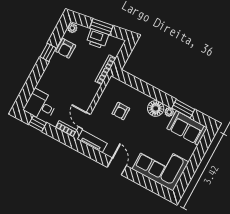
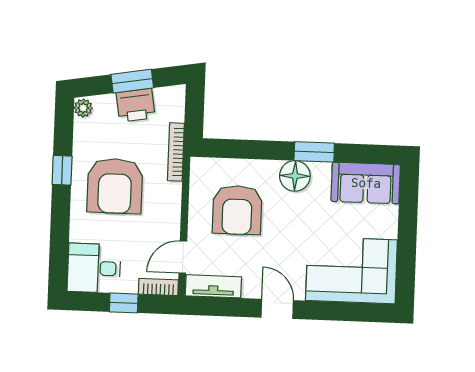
armchair: (66, 48) -> (115, 186), moved, width x1.88, depth x1.88
window: (183, 109) -> (314, 152), moved
armchair: (121, 111) -> (237, 210), width x1.88, depth x1.88
plant: (169, 112) -> (321, 170), removed
door: (85, 121) -> (183, 257), hinge flipped
window: (37, 124) -> (124, 303), moved

